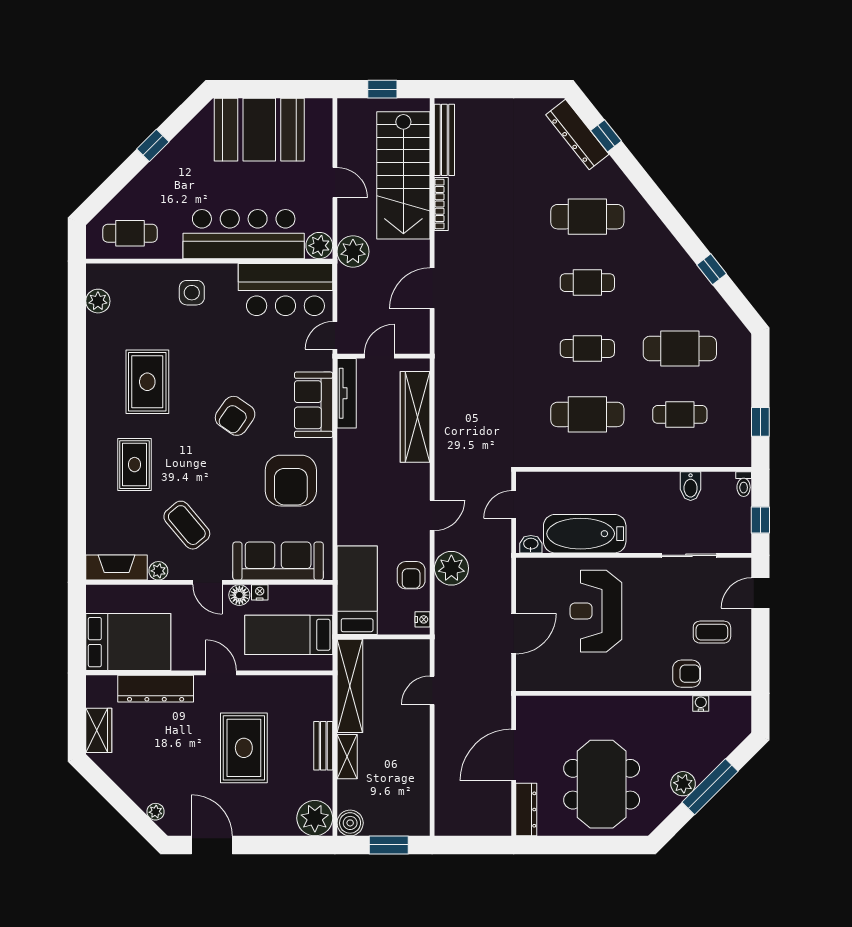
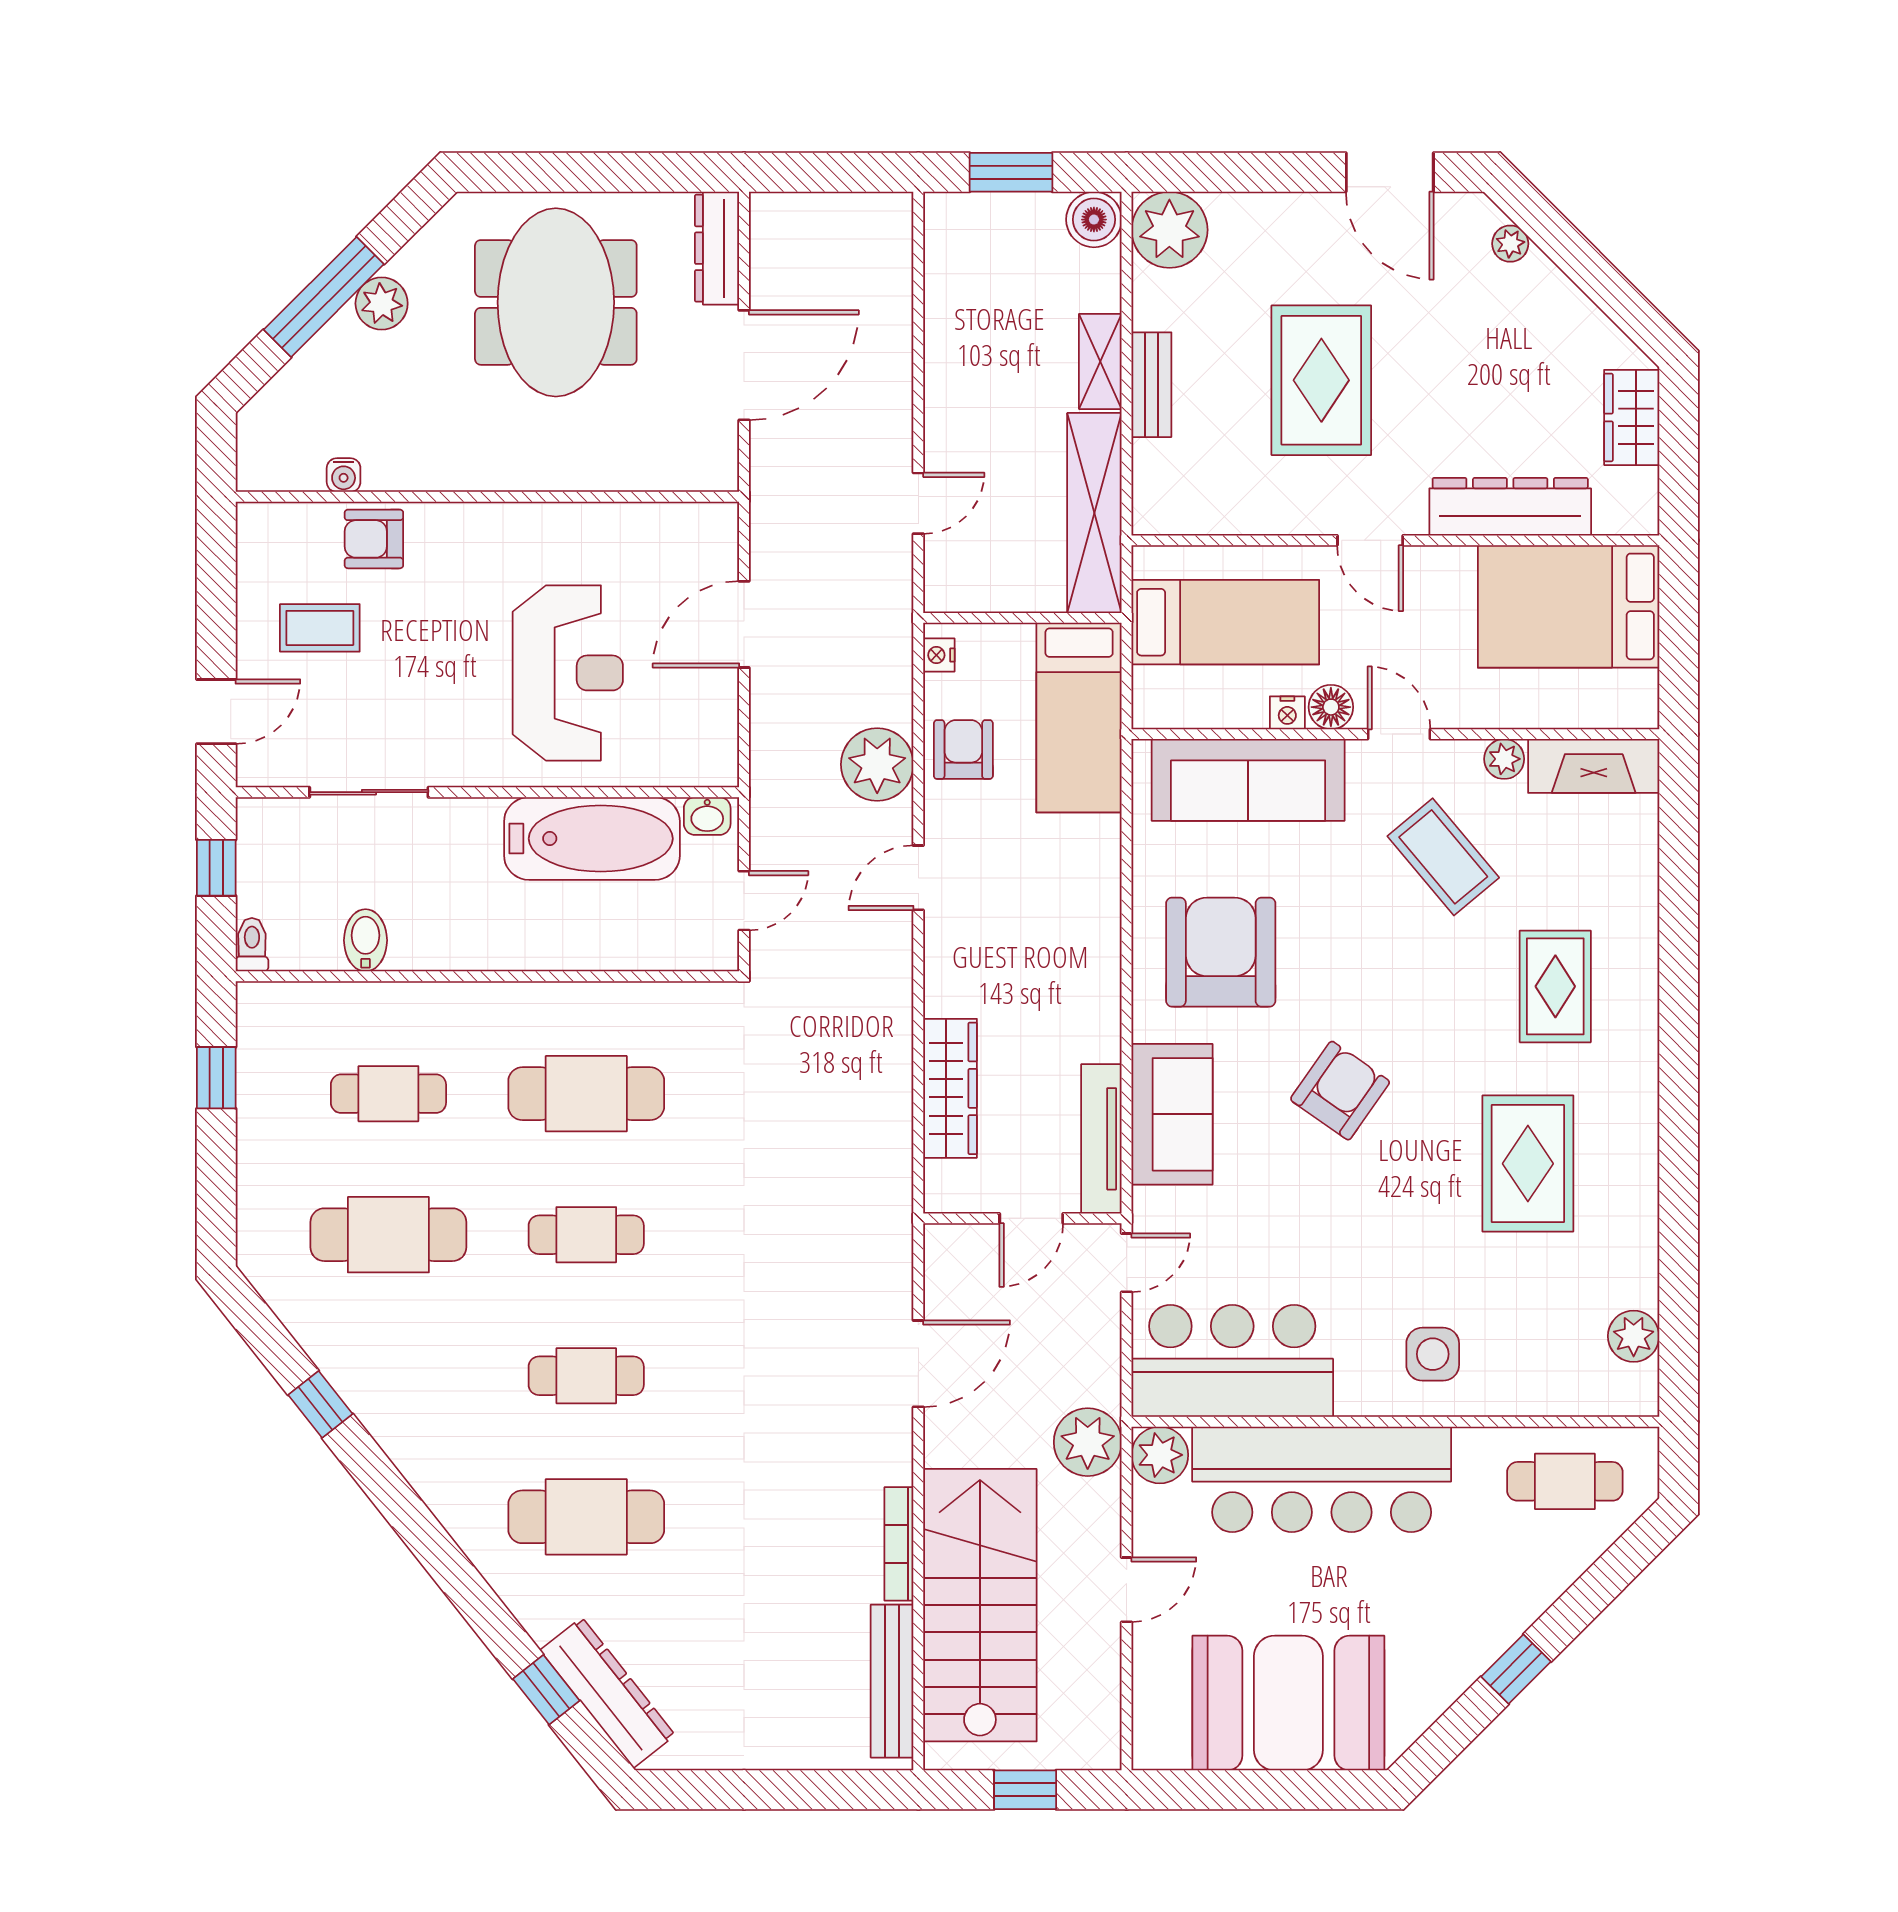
door: (335, 183) -> (1127, 1590), swing flipped
wardrobe: (415, 417) -> (950, 1088), width x0.71, depth x0.85

